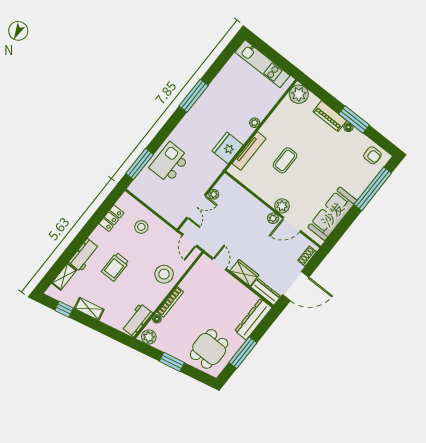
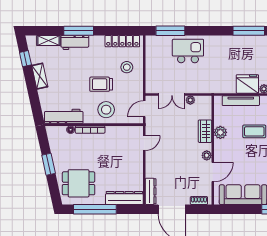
fridge: (228, 148) -> (247, 84), moved
plant: (282, 206) -> (220, 132), moved
locker: (111, 218) -> (122, 41), width x1.53
door: (292, 224) -> (213, 172), swing flipped
window: (76, 244) -> (79, 31), added
trolley: (115, 267) -> (101, 84), moved
wardrobe: (244, 273) -> (205, 131), moved, turned 180
workbench: (137, 320) -> (64, 116), width x1.38
plant: (149, 337) -> (53, 134), removed
window: (243, 353) -> (95, 209), width x1.46

